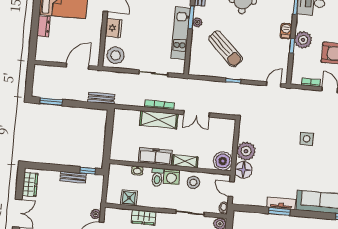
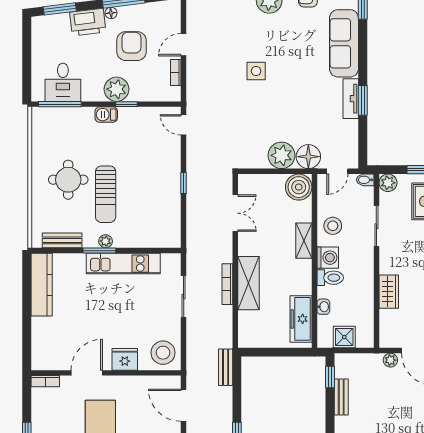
sun lounger: (225, 49) -> (106, 194), moved, turned 136
double door: (197, 114) -> (235, 213), moved
freezer: (155, 156) -> (301, 319), moved
shower: (129, 198) -> (344, 337), moved

